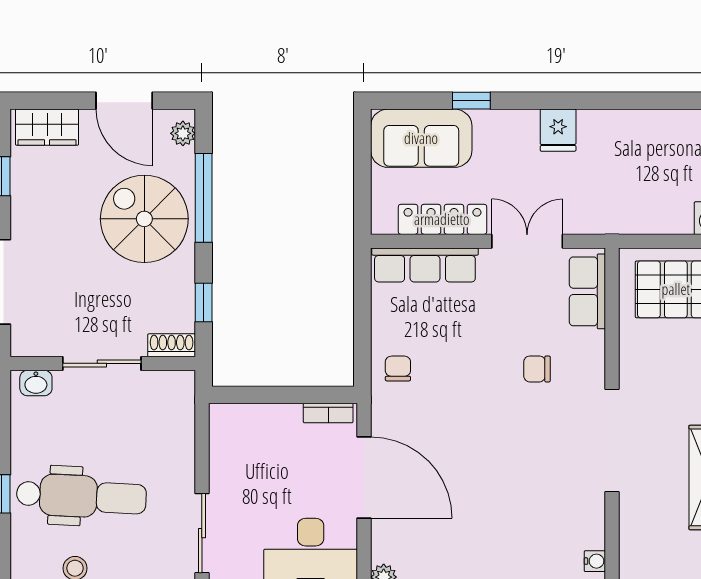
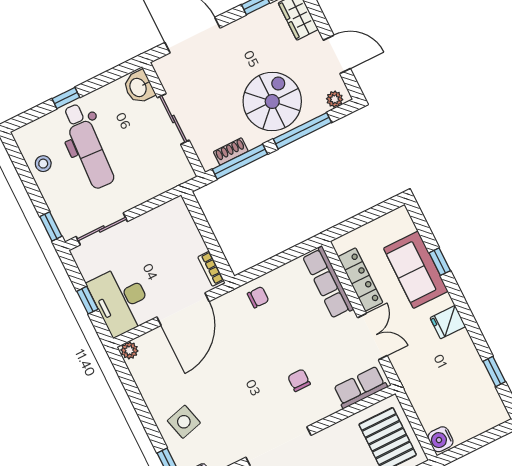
door: (124, 101) -> (337, 54), swing flipped
window: (656, 101) -> (494, 372), added
sofa: (421, 138) -> (416, 270), moved
window: (204, 302) -> (240, 162), width x2.17
shoe rack: (172, 345) -> (231, 151), moved, turned -90
washbasin: (36, 383) -> (139, 87), width x1.38, depth x1.45
side table: (516, 551) -> (184, 422), added

